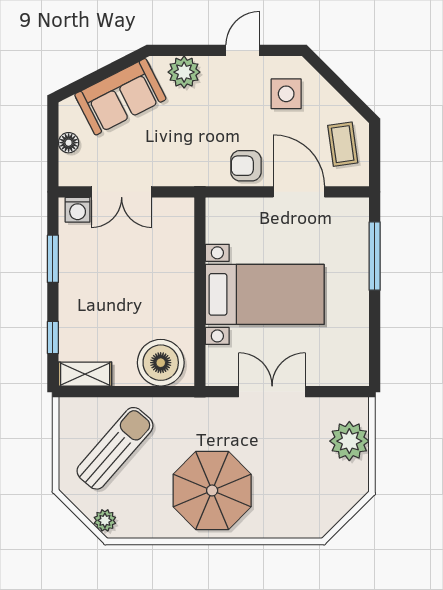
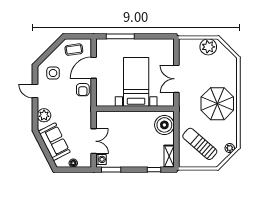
window: (53, 259) -> (111, 170), moved
plant: (349, 441) -> (208, 47), moved

